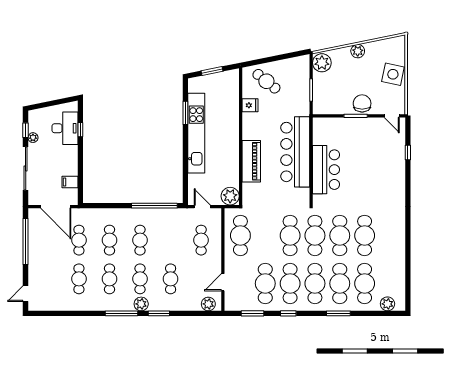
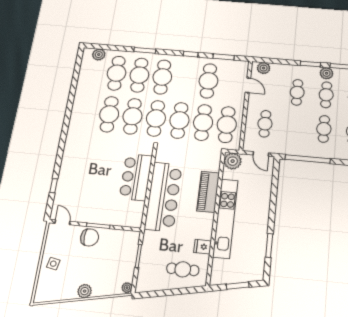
plant: (322, 63) -> (127, 288), width x0.53, depth x0.53
side table: (393, 74) -> (53, 264), width x0.54, depth x0.54
cafe table: (266, 81) -> (183, 269), turned -39
chair: (362, 103) -> (90, 237), turned -90
kitchen unit: (196, 133) -> (226, 218), moved, turned 180
door: (223, 282) -> (248, 85), hinge flipped
cafe table: (290, 283) -> (203, 122), moved

